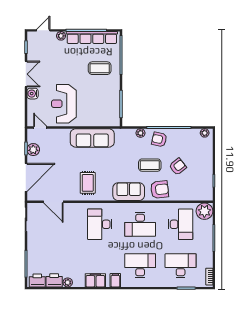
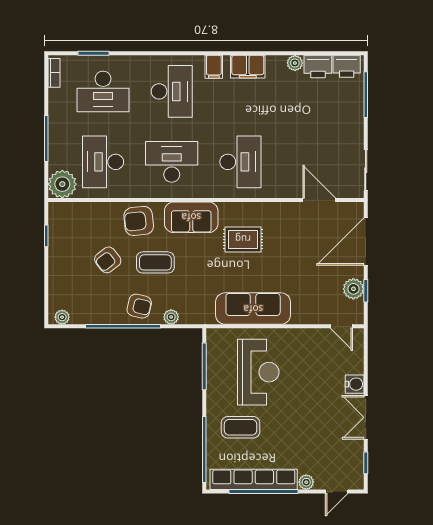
reception desk: (64, 104) -> (258, 372), moved
rug: (88, 183) -> (243, 239), moved, turned 90
desk: (140, 266) -> (172, 91), turned -90

